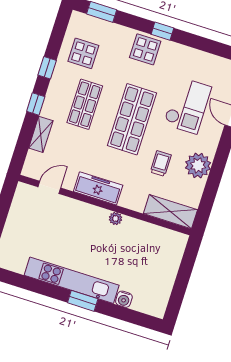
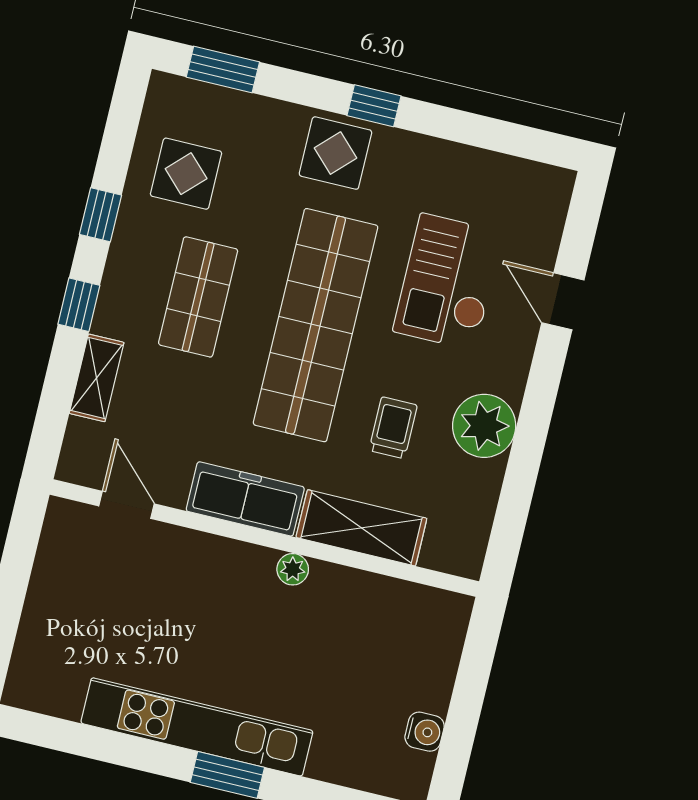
checkout: (188, 105) -> (448, 282), turned 180
shop shelf: (132, 119) -> (316, 325), width x1.40
door: (49, 187) -> (127, 505), hinge flipped
shelving: (170, 212) -> (361, 528), moved
water cooler: (124, 299) -> (425, 732), moved, turned -90

